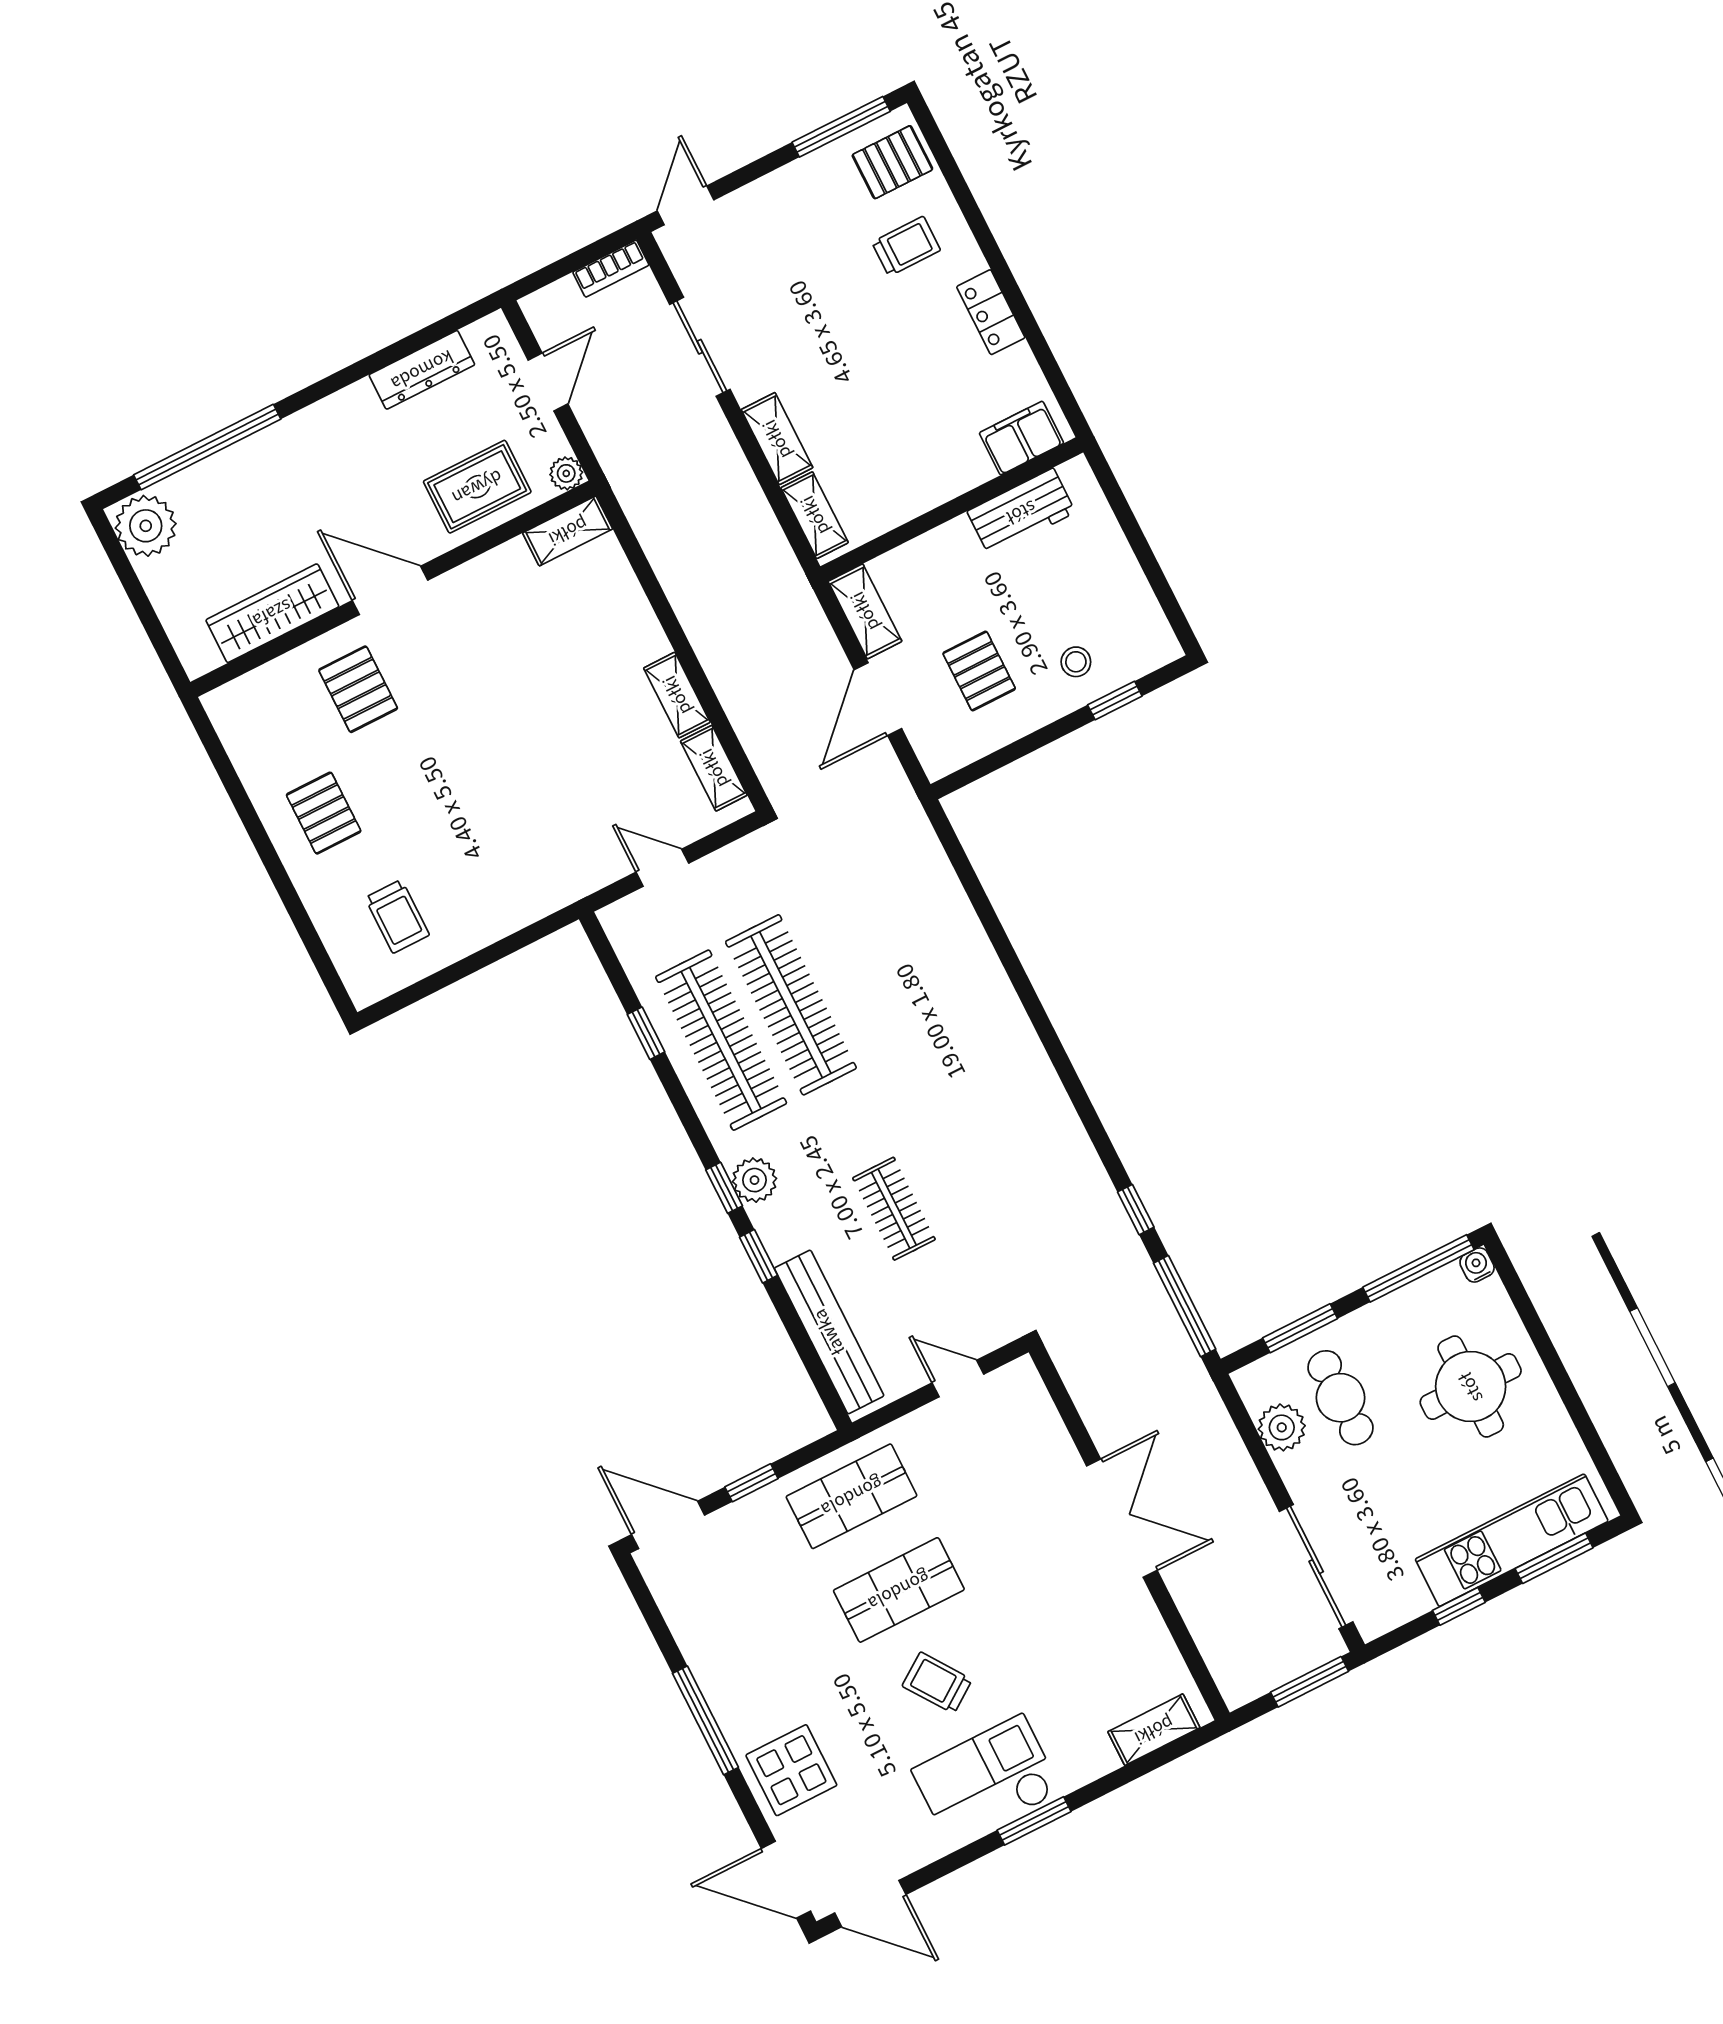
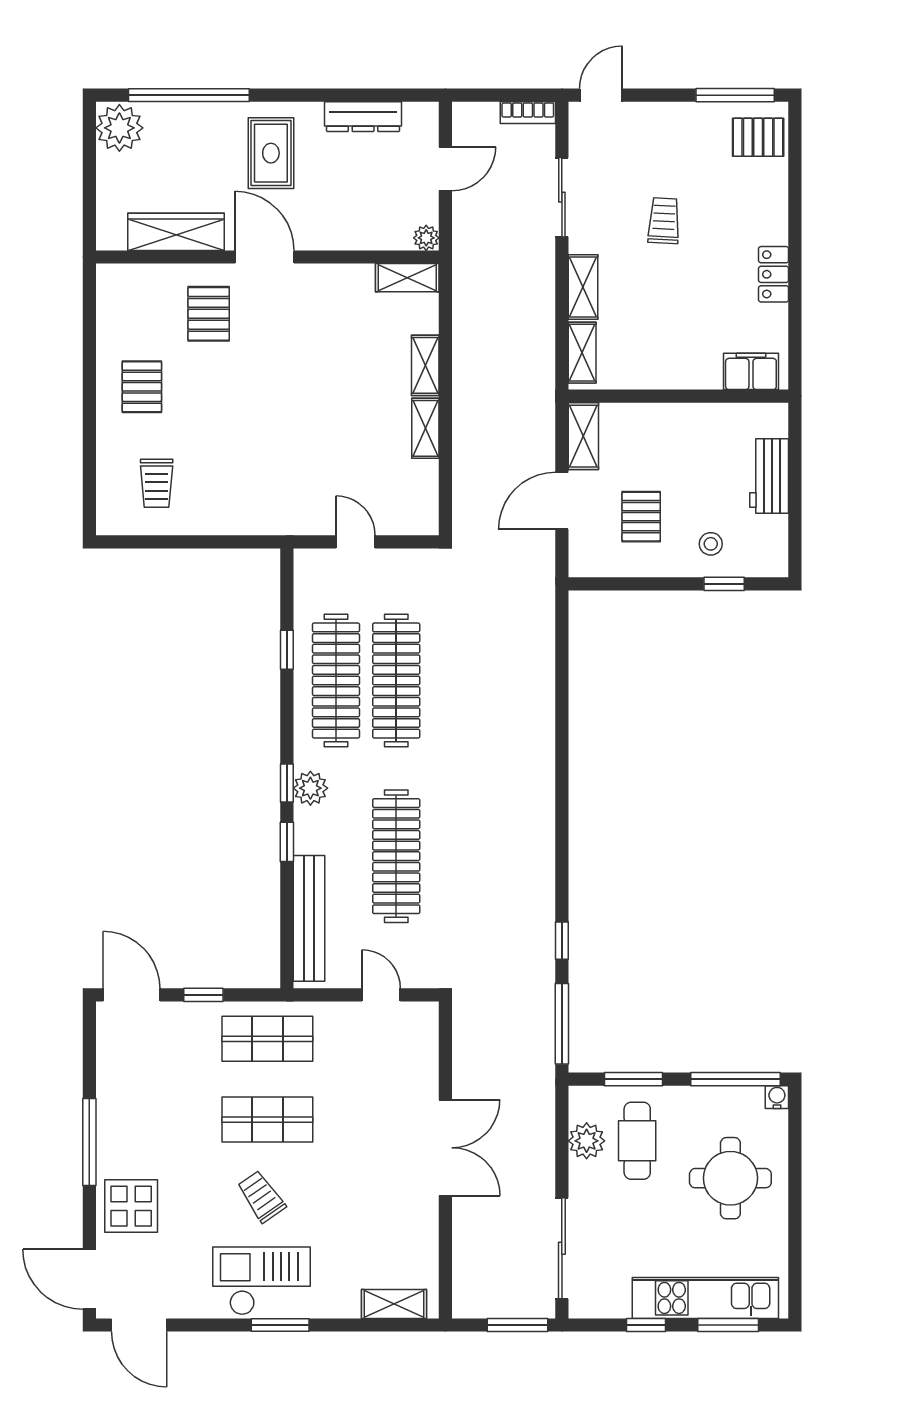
trolley: (906, 246) -> (664, 221), moved, turned -87
rug: (477, 487) -> (271, 153), moved, turned 90
workbench: (1021, 512) -> (769, 476), moved, turned 90
shelving: (714, 768) -> (425, 365), moved
clothes rail: (894, 1209) -> (396, 856), width x1.86, depth x1.31

